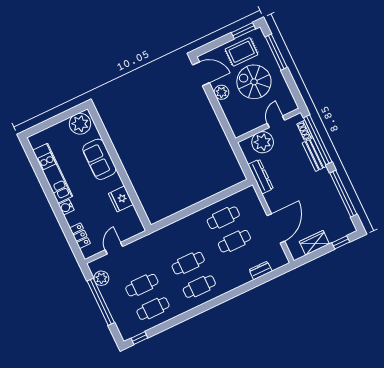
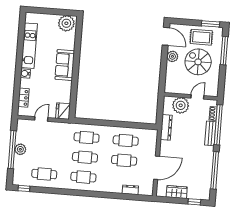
sofa: (99, 159) -> (65, 65), moved
fridge: (121, 199) -> (63, 111), moved
plant: (101, 278) -> (20, 149), moved
cafe table: (142, 285) -> (87, 137), moved

